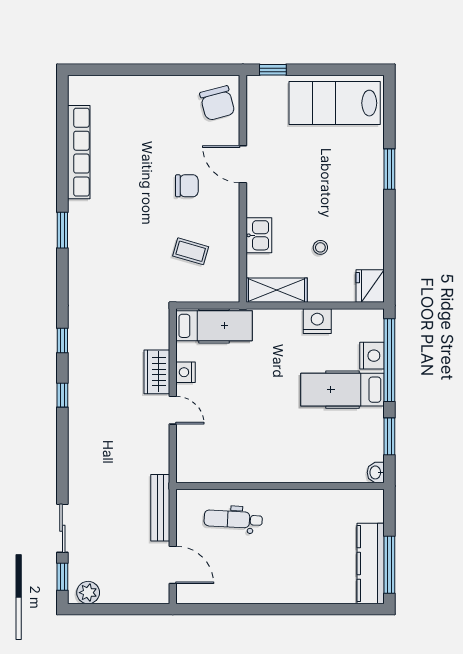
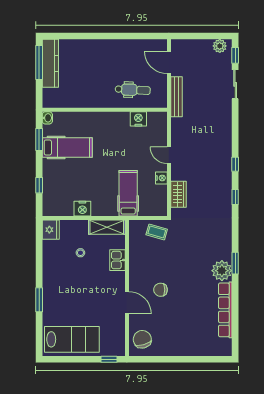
plant: (85, 218) -> (222, 271), added
coffee table: (191, 251) -> (157, 232), moved
hospital bed: (214, 326) -> (128, 193), moved, turned 90
nightstand: (372, 356) -> (138, 119), moved, turned 90
window: (389, 360) -> (39, 185), width x0.32
wardrobe: (157, 372) -> (178, 194), moved
hospital bed: (342, 390) -> (67, 147), moved

